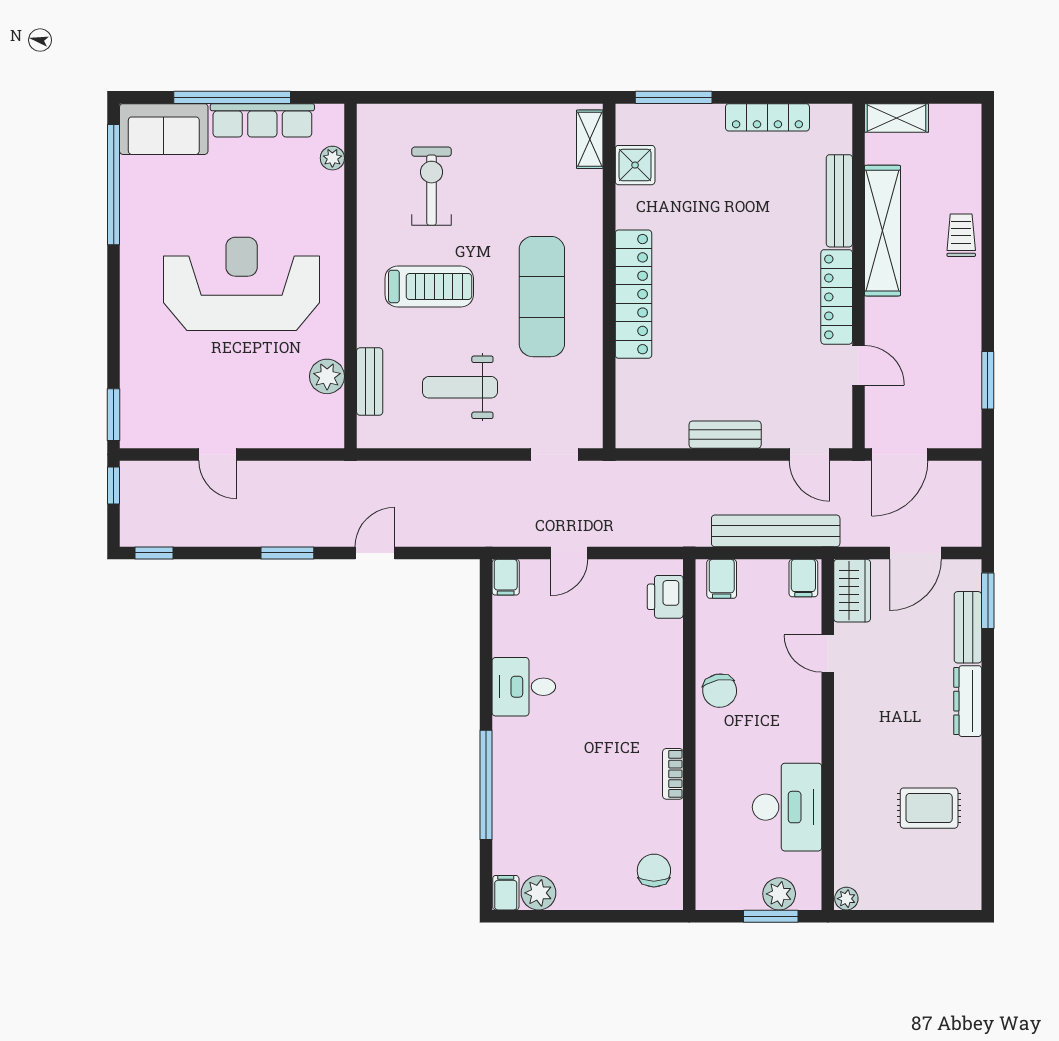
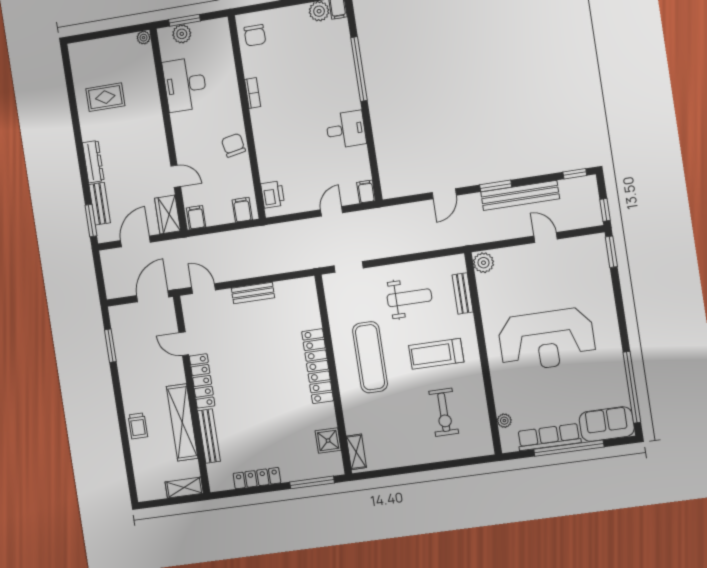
plant: (327, 376) -> (483, 263), moved
bench: (776, 531) -> (520, 195), moved

